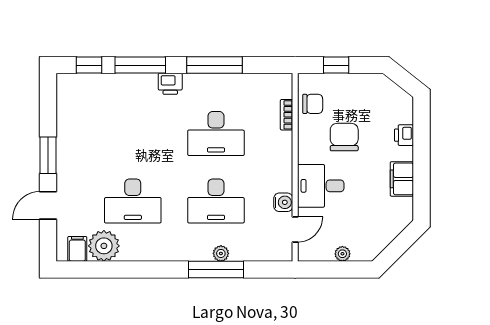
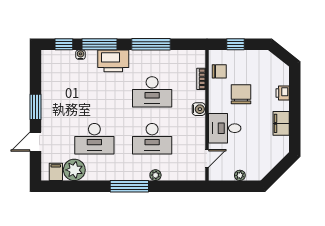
water cooler: (113, 80) -> (81, 55), added
printer: (170, 84) -> (113, 61), width x1.87, depth x1.48
water cooler: (283, 202) -> (199, 109), moved
window: (216, 269) -> (129, 186), moved

